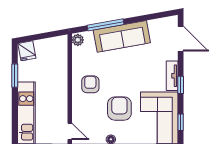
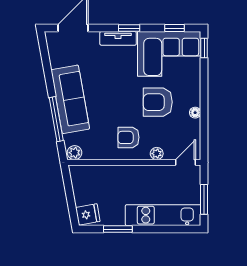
plant: (77, 108) -> (157, 154), added

